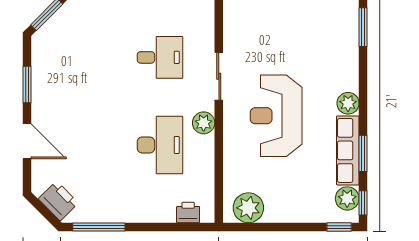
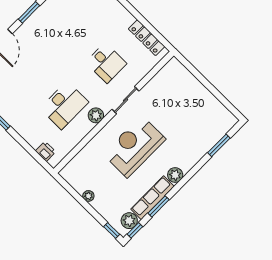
plant: (248, 208) -> (88, 196), moved, width x0.53, depth x0.53

